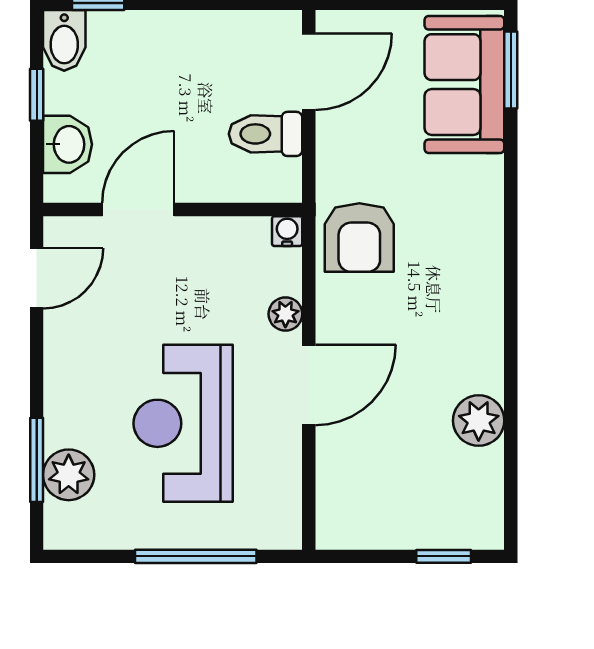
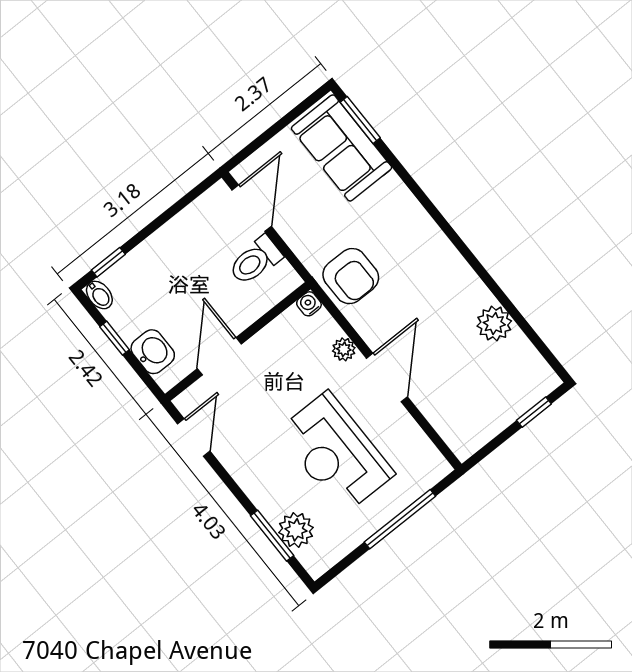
bidet: (64, 40) -> (99, 295), width x0.72, depth x0.74

